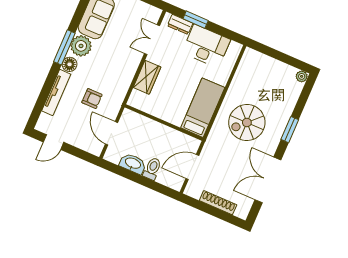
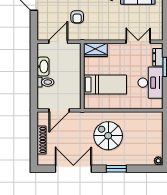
wardrobe: (147, 77) -> (95, 50), moved
bed: (203, 108) -> (105, 85), moved
door: (192, 167) -> (59, 110), swing flipped

